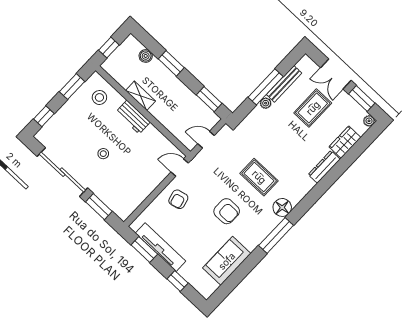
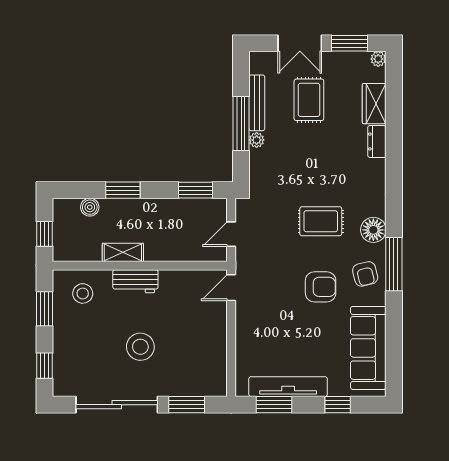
stool: (103, 154) -> (140, 347), width x1.89, depth x1.89
dresser: (324, 167) -> (377, 141), width x0.70
armchair: (178, 199) -> (365, 274), moved
sofa: (227, 261) -> (368, 348), width x1.36

